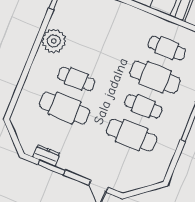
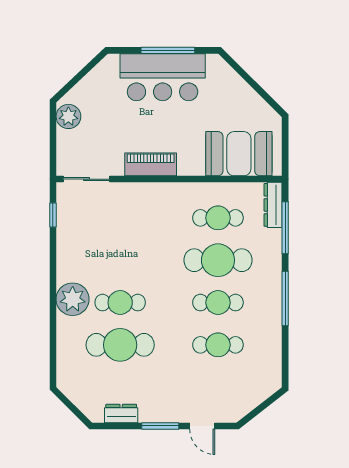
plant: (54, 41) -> (73, 299), moved
cafe table: (132, 135) -> (218, 345), width x0.73, depth x0.74
window: (52, 167) -> (160, 426), moved

